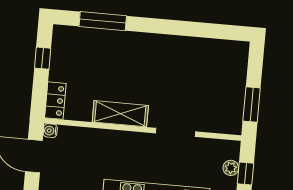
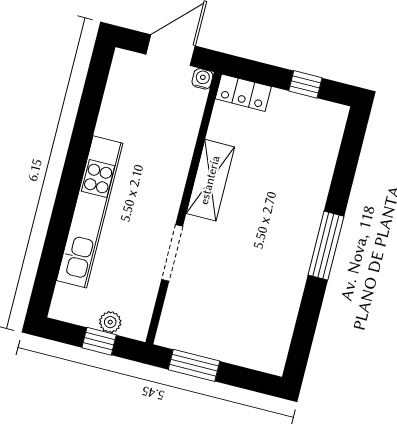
window: (103, 21) -> (326, 246), moved

